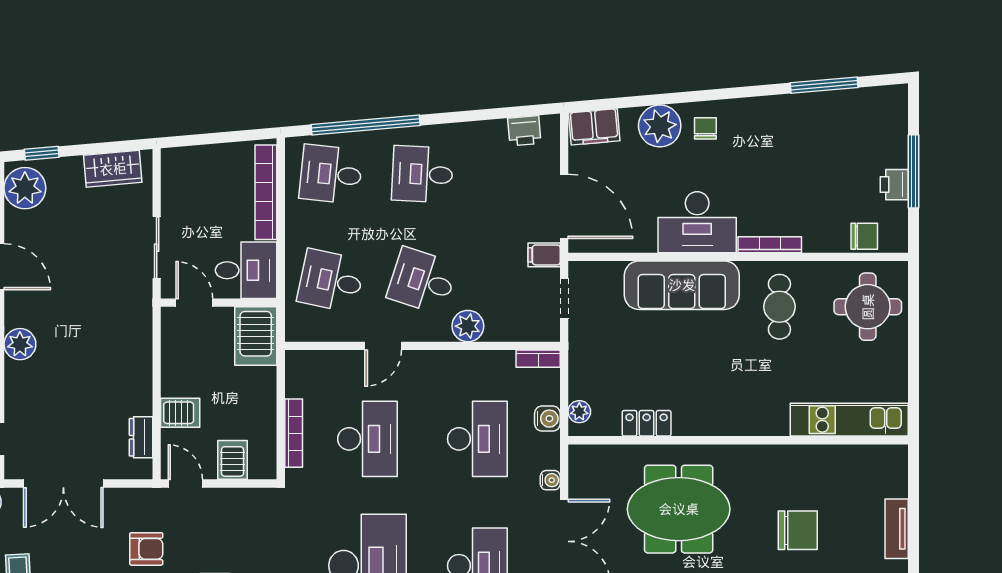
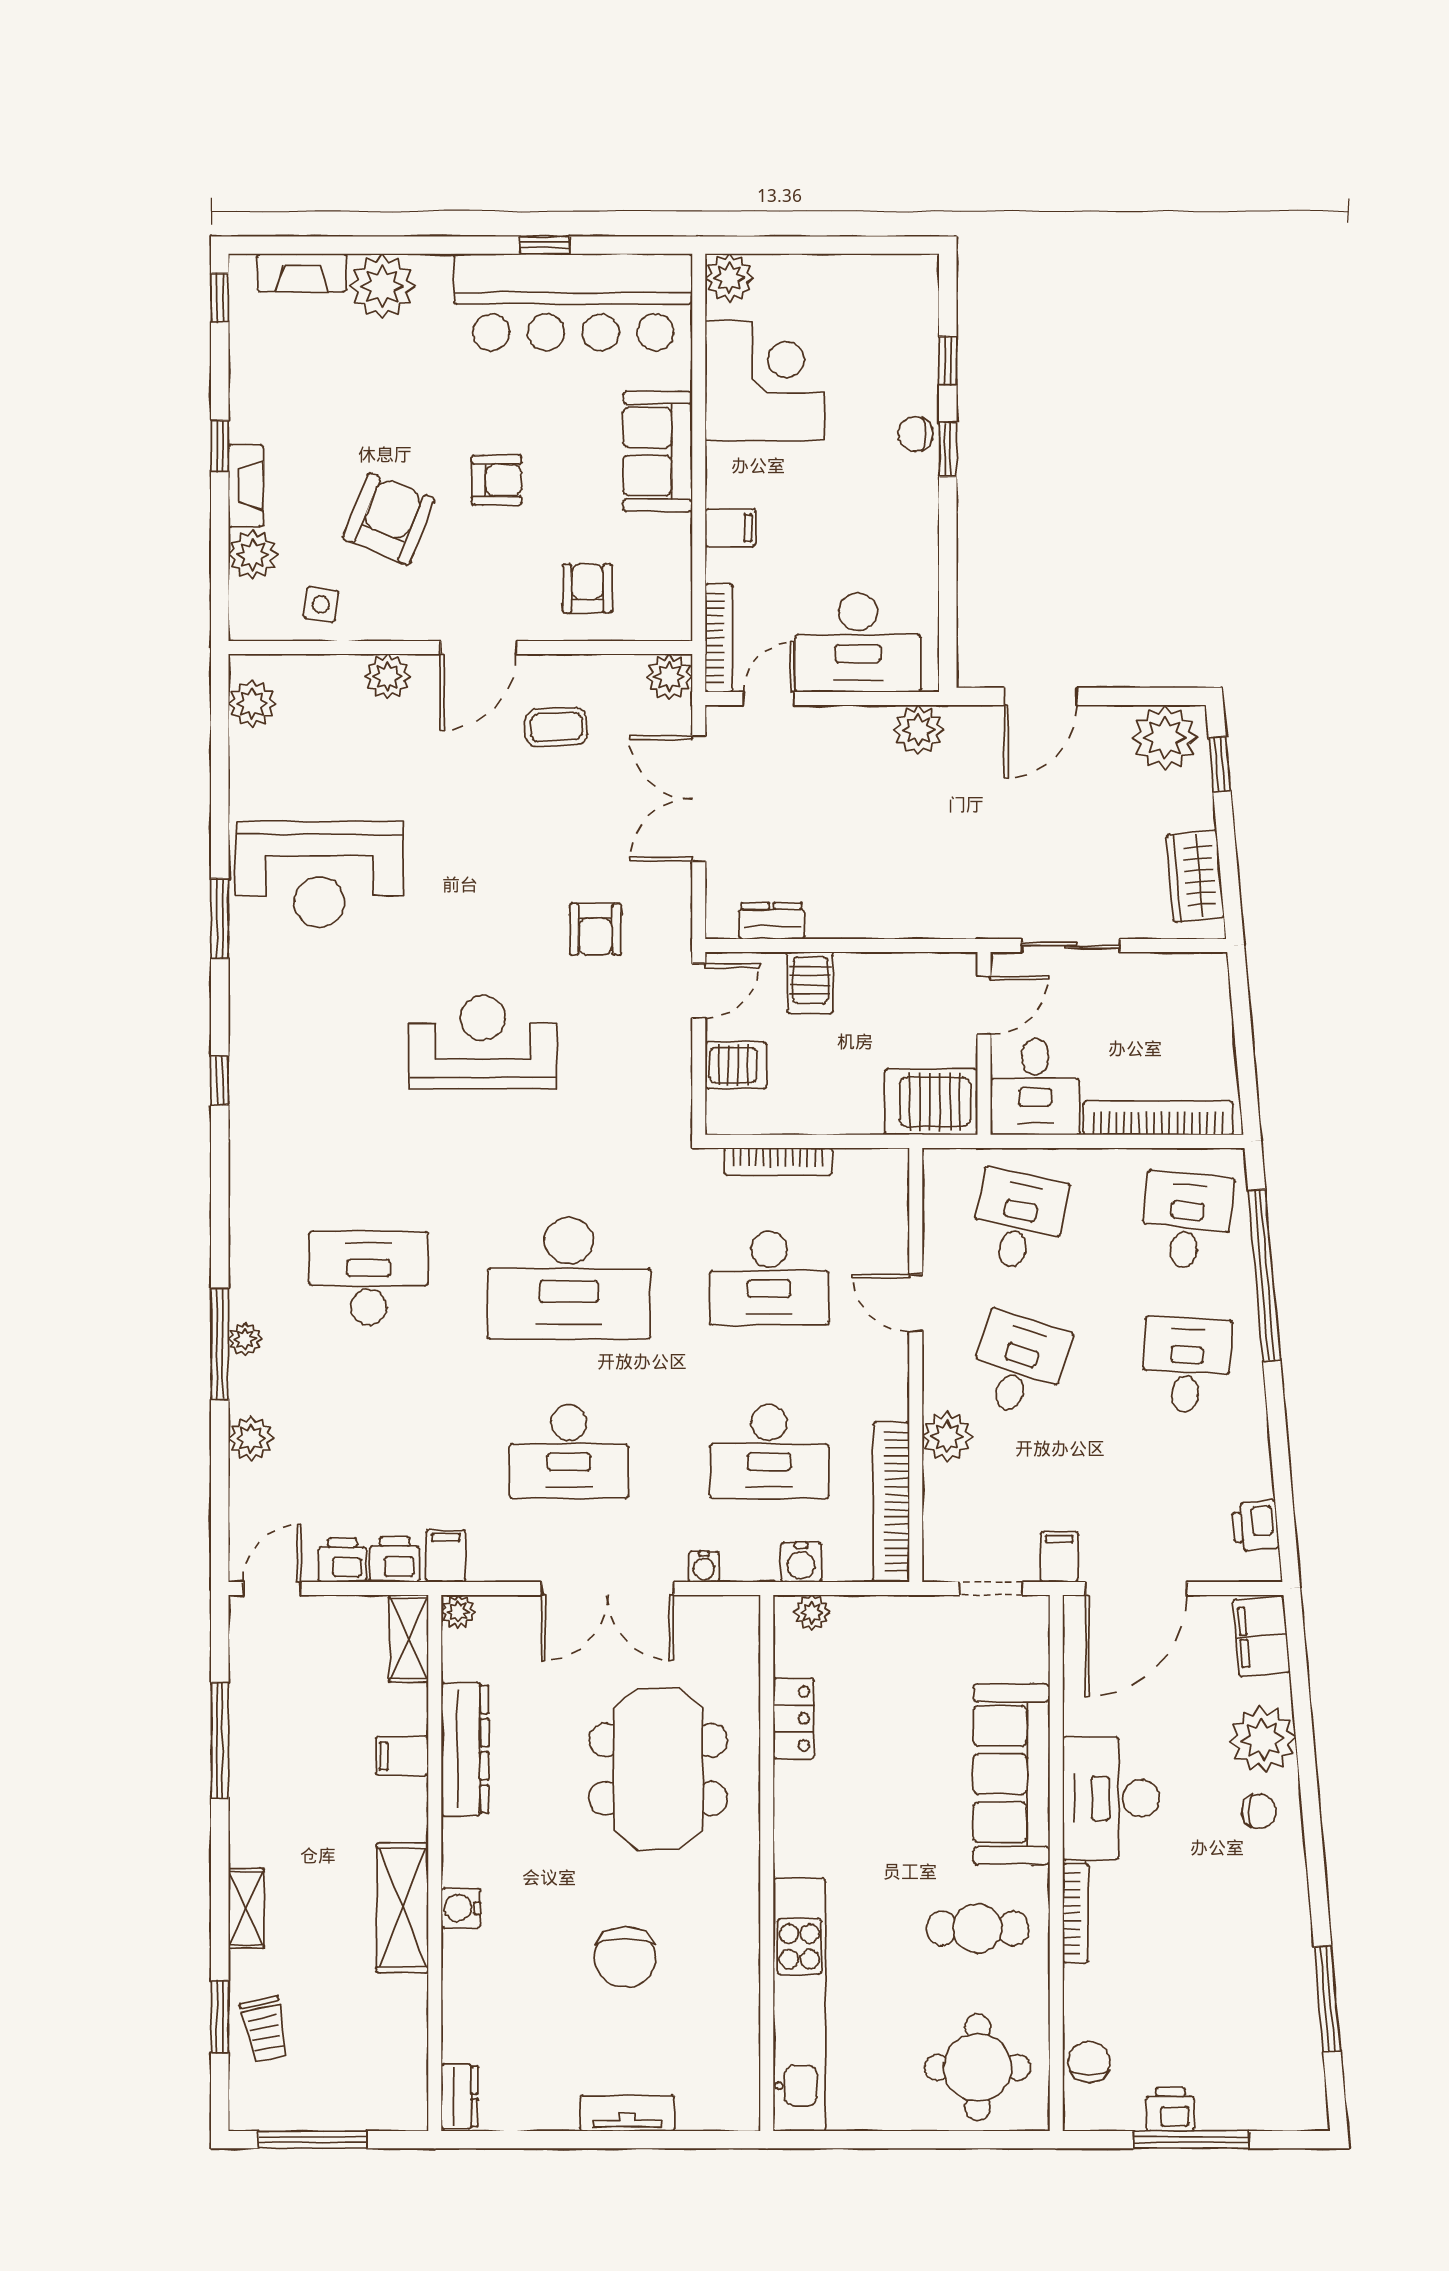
chair: (864, 236) -> (1089, 2062), turned 180
bookcase: (538, 359) -> (891, 1502), width x2.31, depth x1.31
kitchen unit: (849, 420) -> (799, 2005), width x1.36

